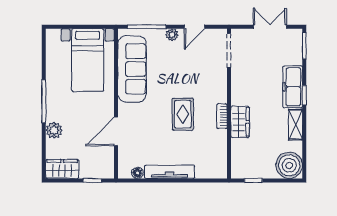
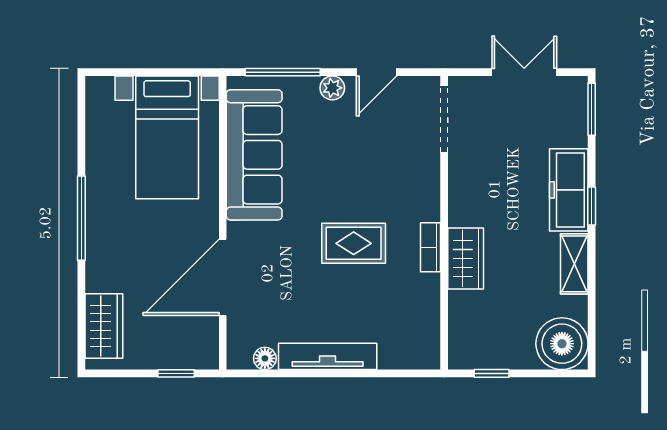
rug: (183, 114) -> (354, 243), turned 90
plant: (54, 130) -> (101, 275), removed
door: (116, 131) -> (223, 277), width x1.36
wardrobe: (62, 169) -> (104, 326), moved, turned 90

